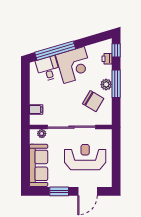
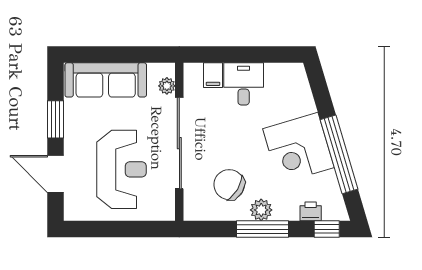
window: (55, 51) -> (339, 154), moved
desk: (48, 69) -> (244, 84), moved, turned -73
chair: (93, 101) -> (229, 185), turned 90

